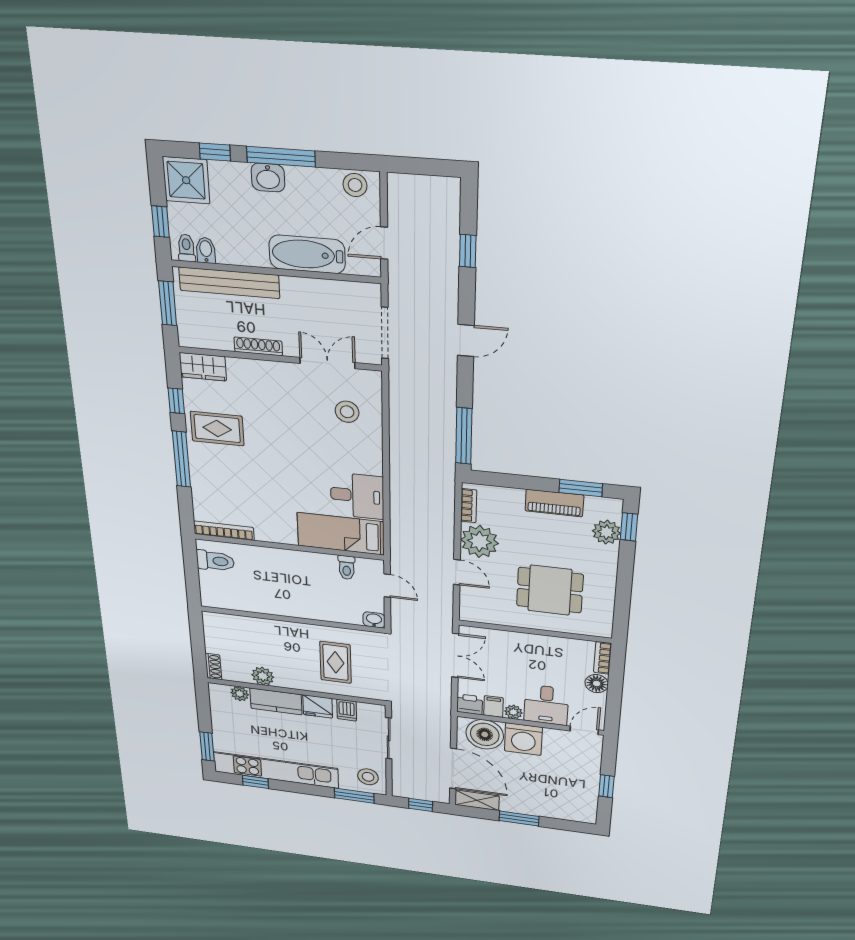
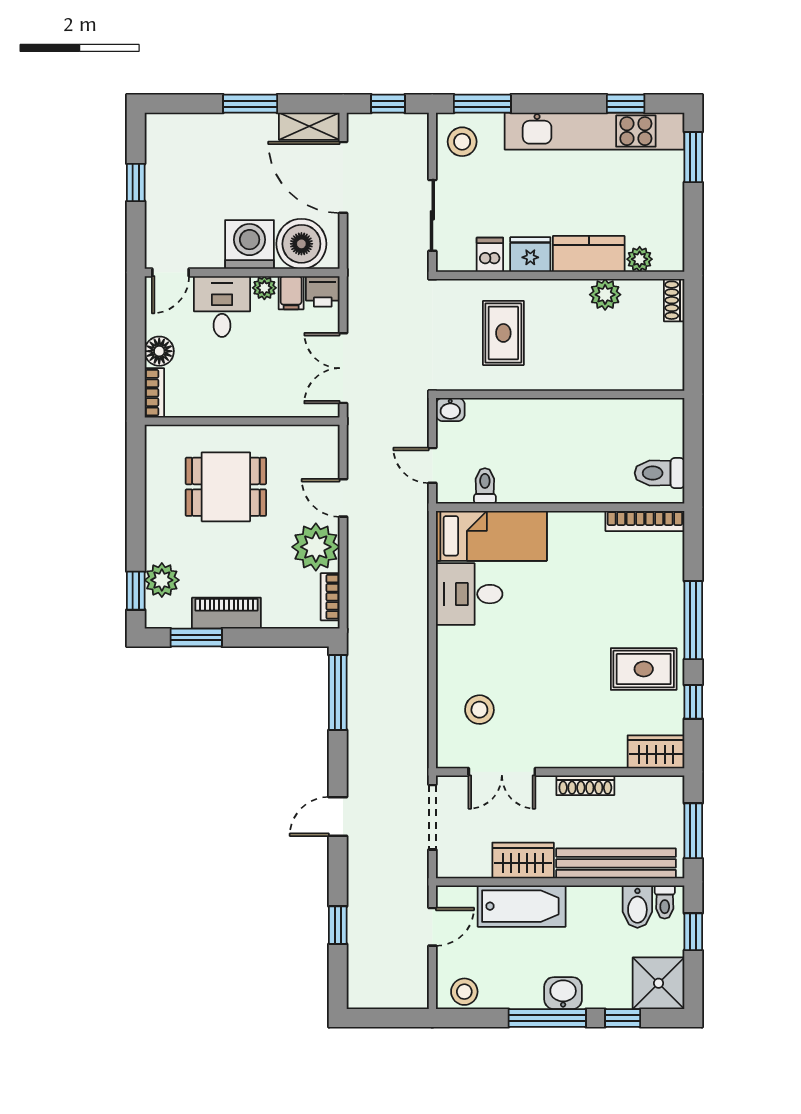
bidet: (206, 250) -> (637, 907), width x1.38, depth x1.36
wardrobe: (307, 292) -> (523, 860), added

